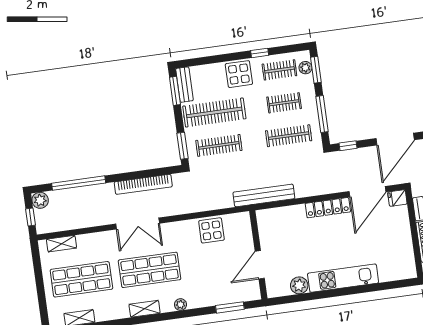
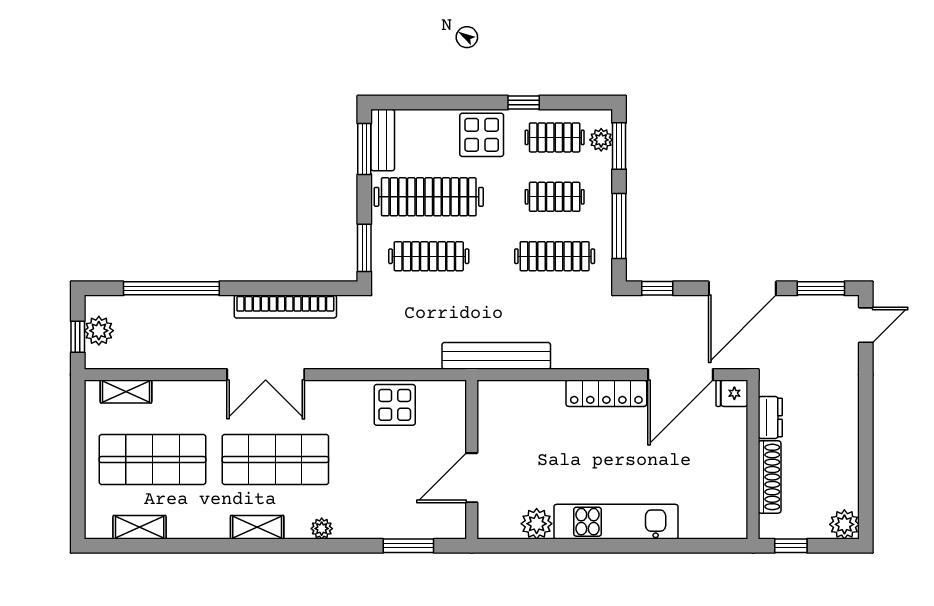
plant: (40, 200) -> (99, 331), moved

